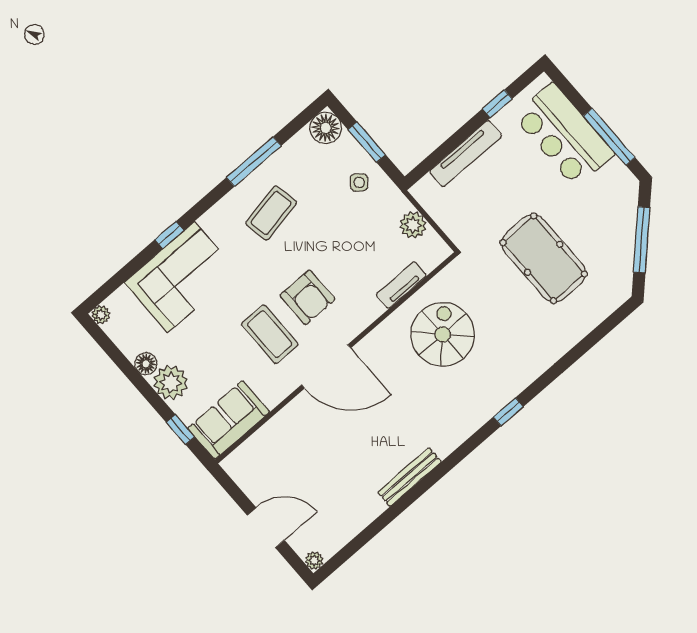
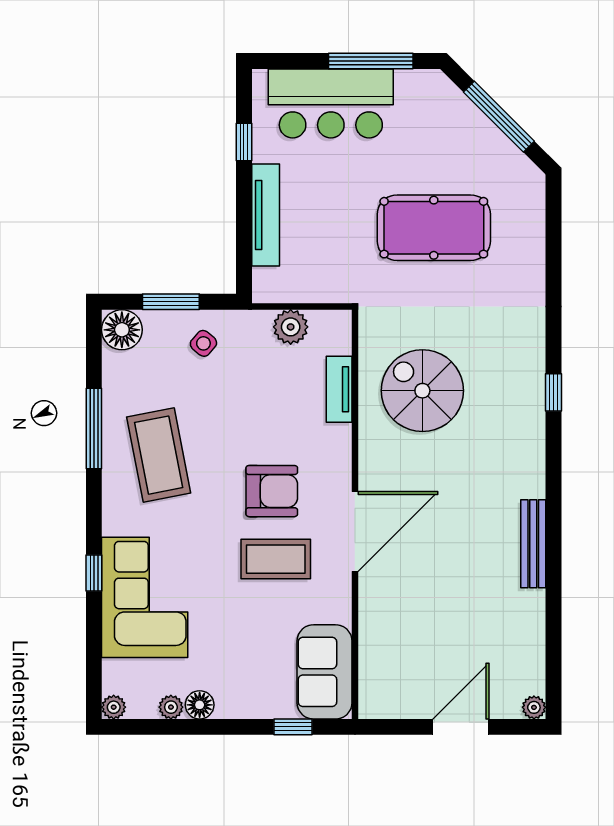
coffee table: (271, 213) -> (159, 455), width x1.36, depth x1.32
plant: (171, 382) -> (171, 707), moved, width x0.53, depth x0.53

